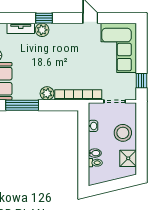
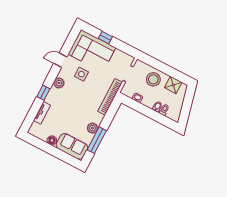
plant: (42, 30) -> (59, 83), moved
side table: (87, 50) -> (81, 74), added
window: (141, 81) -> (105, 38), moved
plant: (47, 93) -> (92, 128), moved

